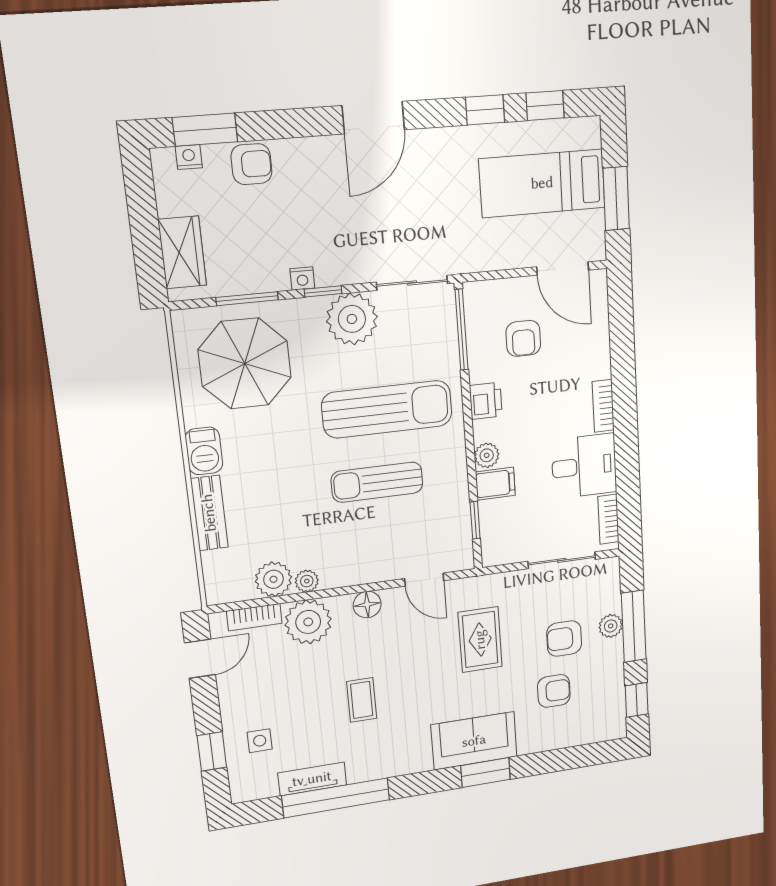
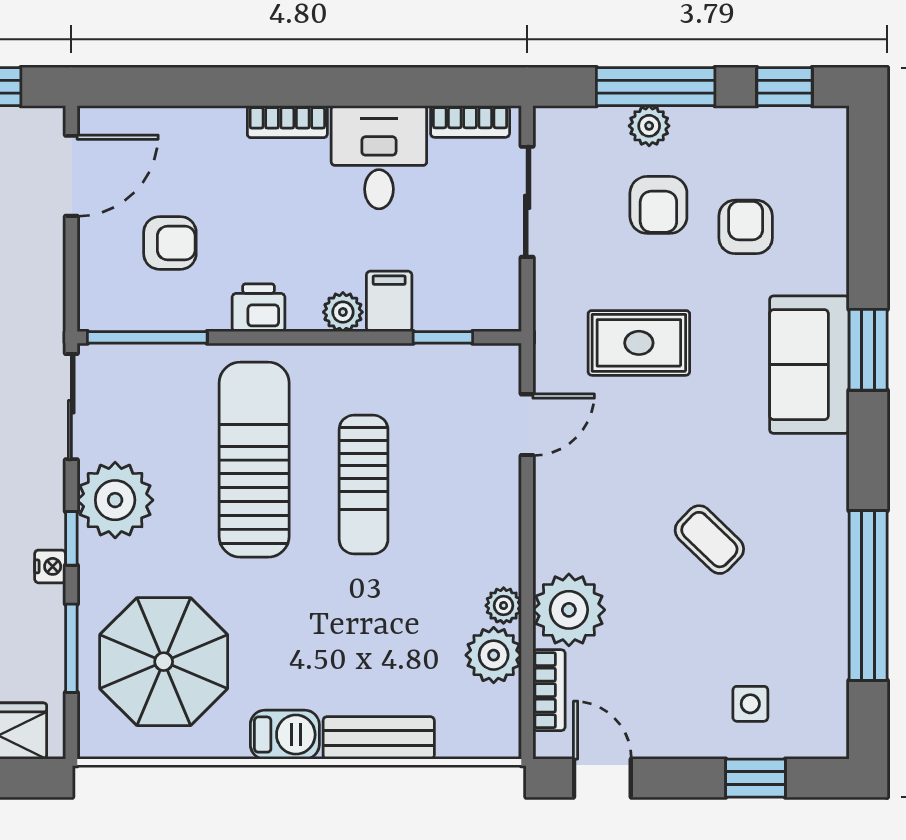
floor lamp: (367, 605) -> (554, 517), removed
coffee table: (362, 700) -> (709, 540), turned 44
tv unit: (312, 779) -> (829, 629), removed

